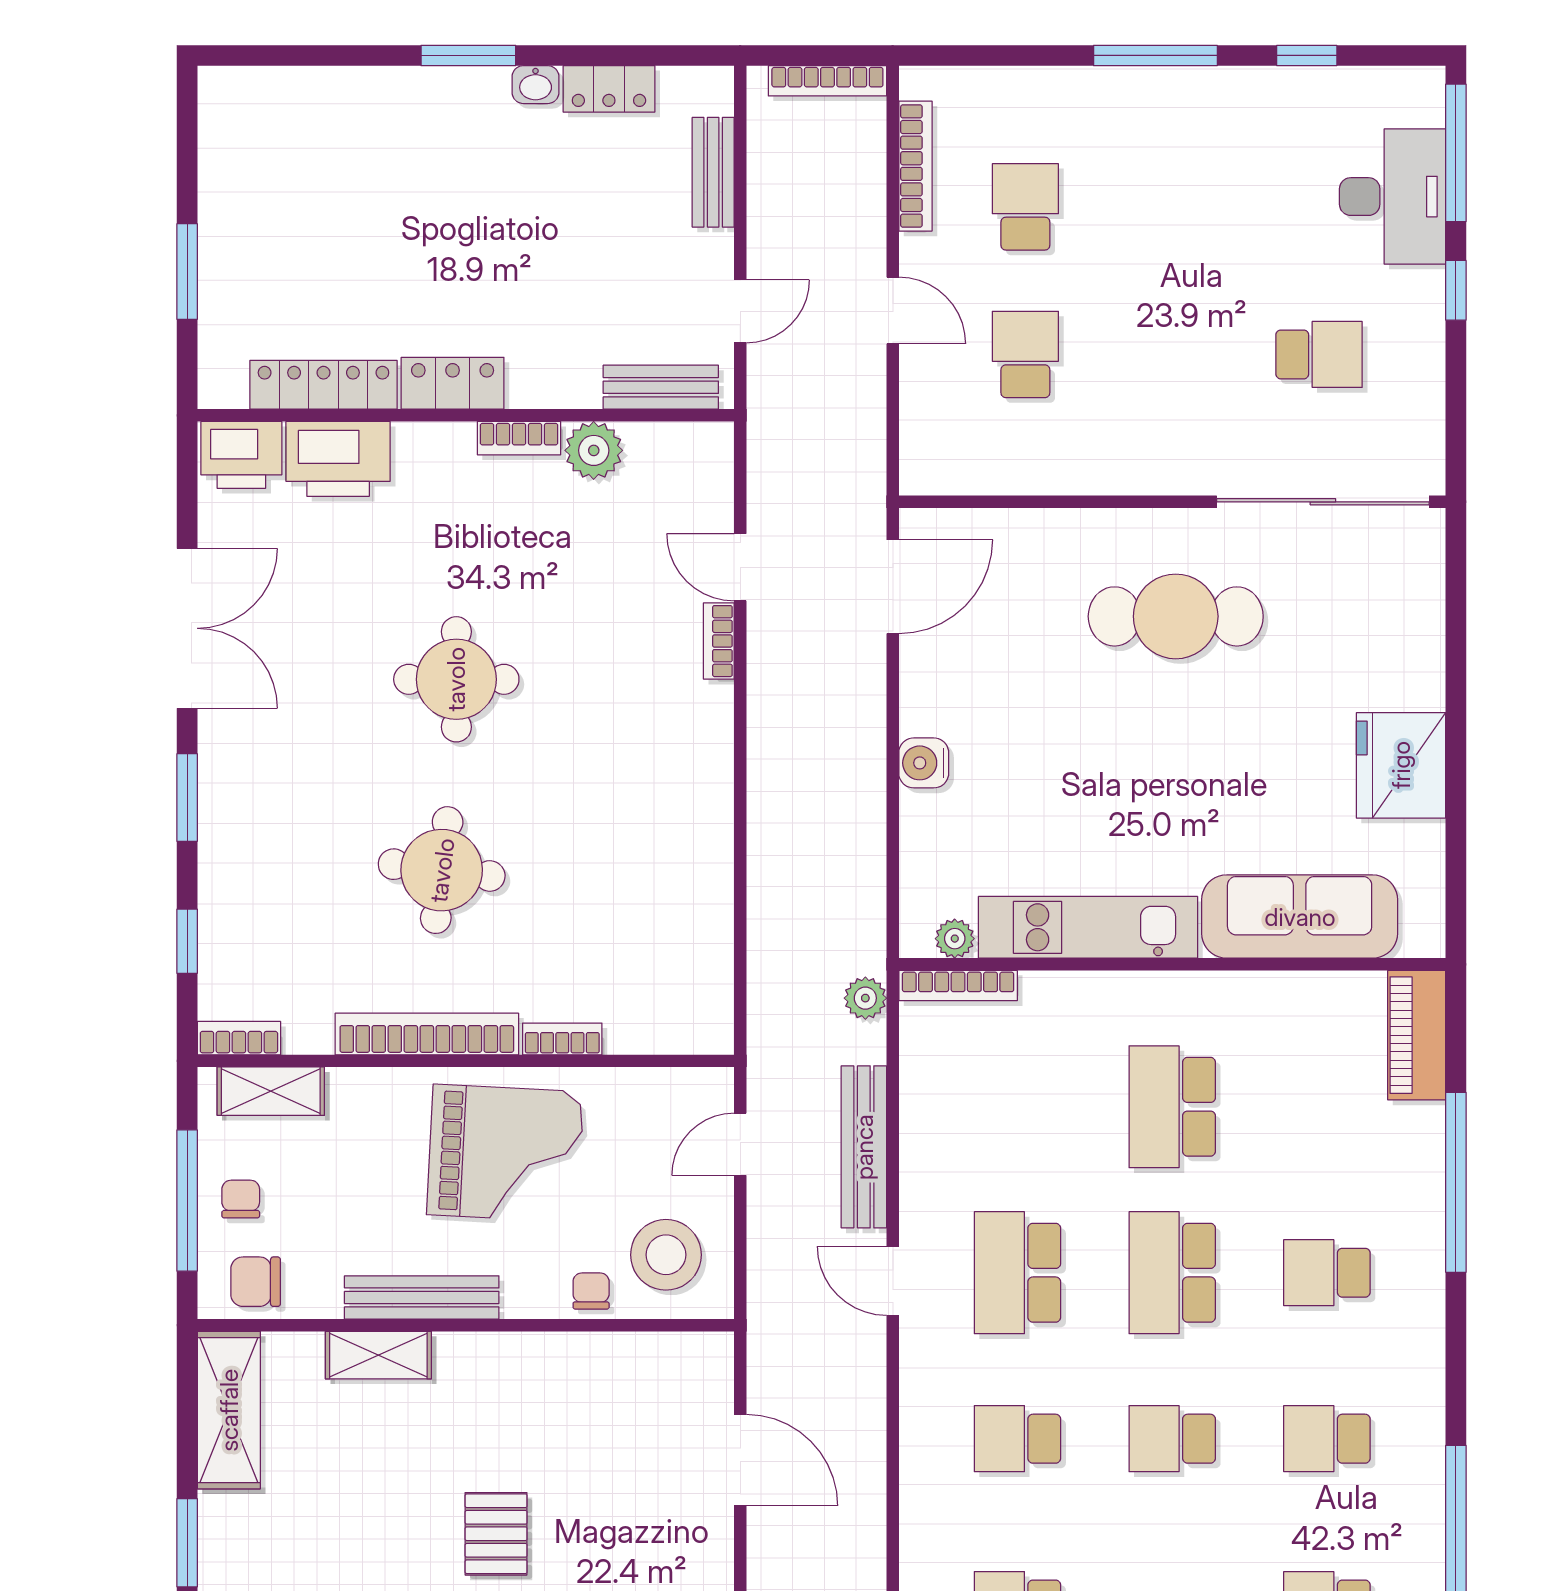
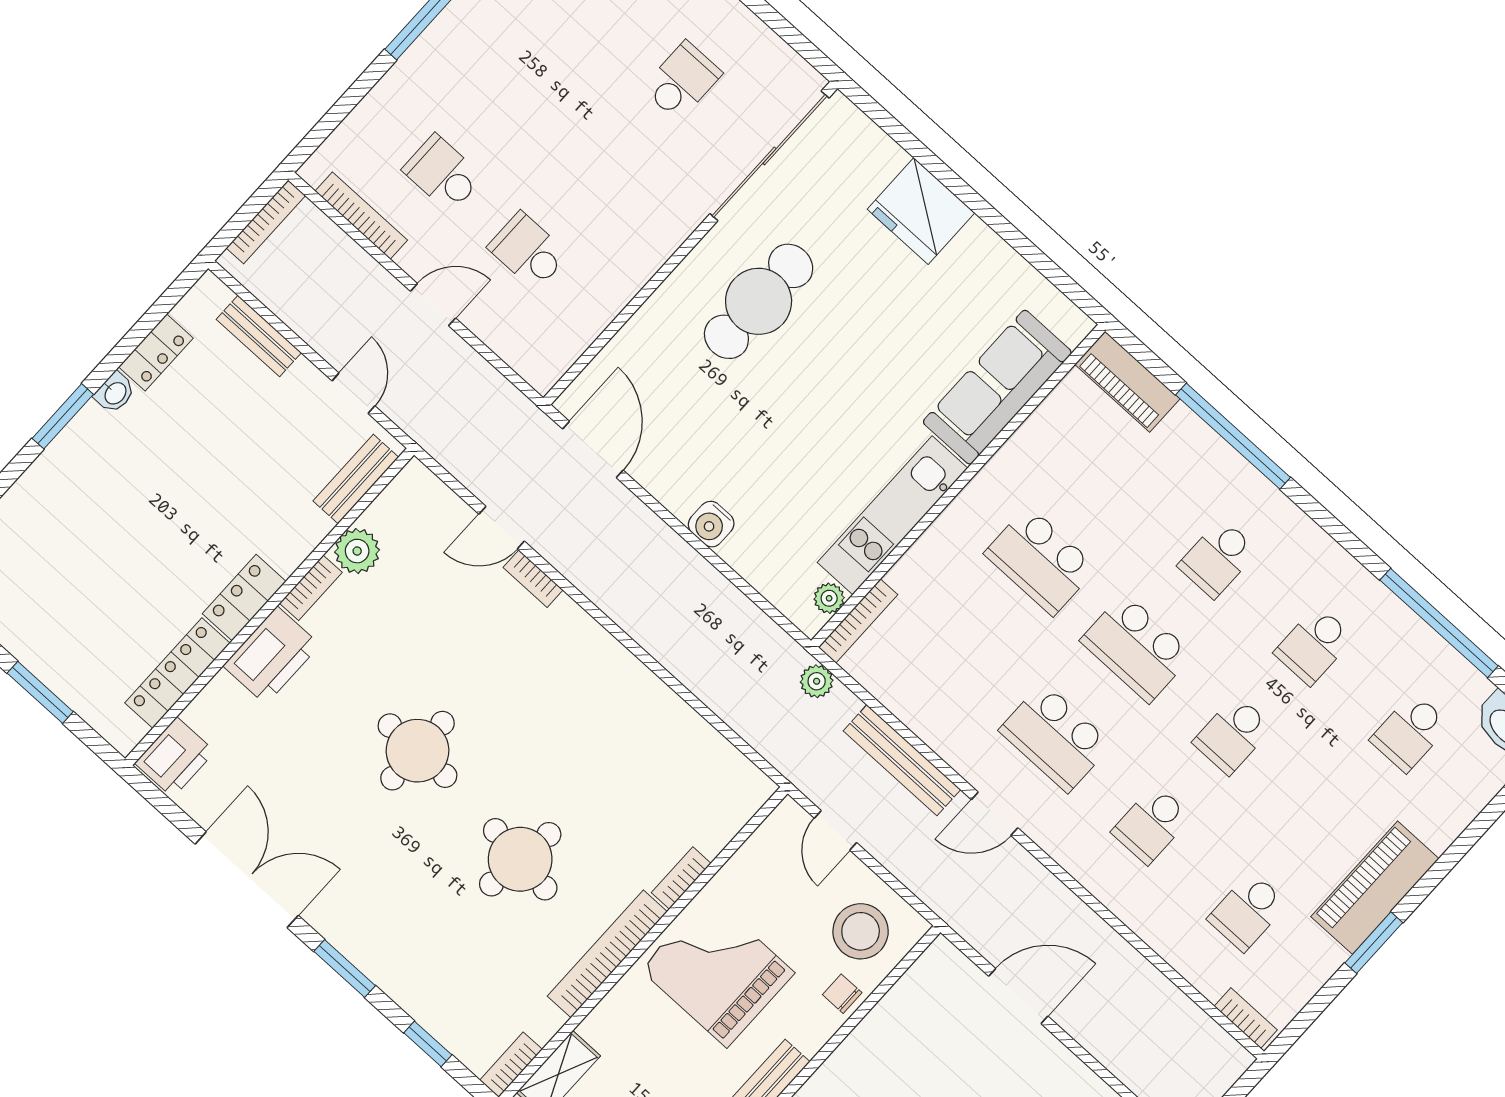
printer: (338, 459) -> (271, 655), moved
fridge: (1401, 765) -> (921, 211), moved
grand piano: (505, 1153) -> (717, 971), turned -93

